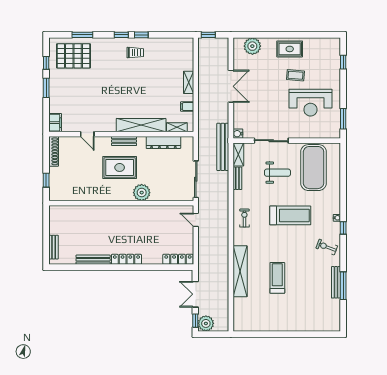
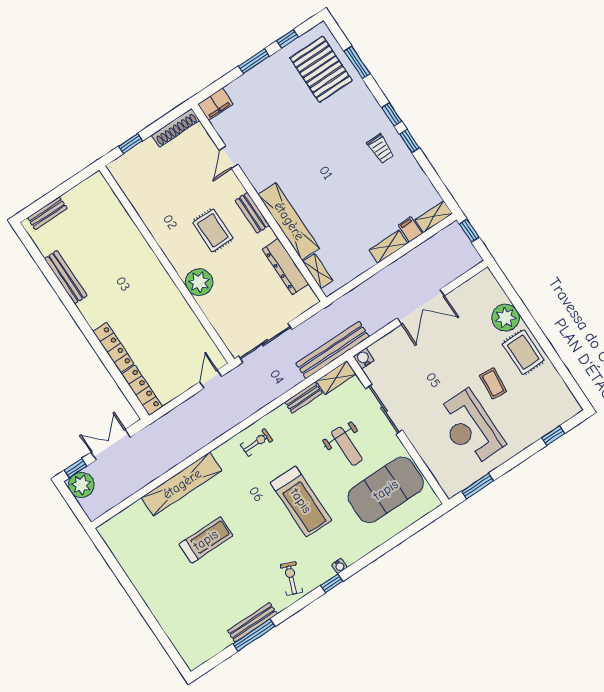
plant: (252, 46) -> (506, 318), moved
shelving: (189, 49) -> (434, 217), added
filing cabinet: (187, 107) -> (410, 229), moved
rug: (120, 167) -> (213, 230), width x0.73, depth x0.70
locker: (126, 259) -> (113, 348), moved

